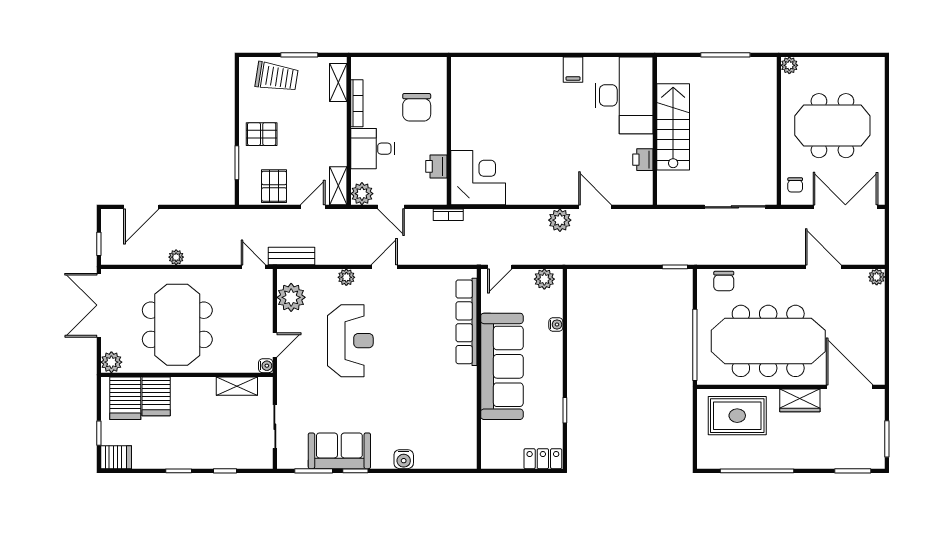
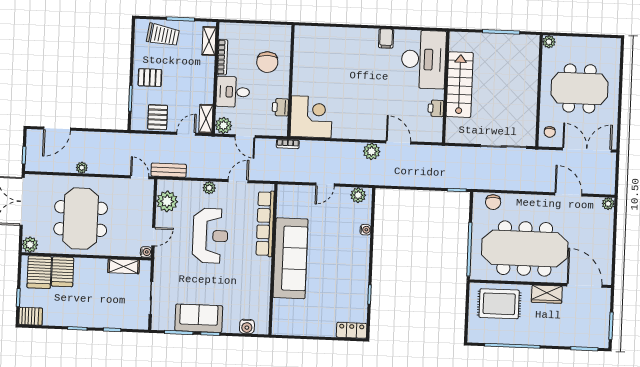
row of seats: (466, 322) -> (265, 224), moved
sofa: (502, 366) -> (291, 258), moved
wall: (479, 369) -> (273, 259), moved

